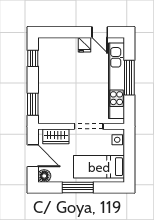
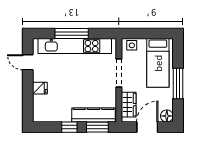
door: (100, 32) -> (28, 62), swing flipped
fridge: (85, 45) -> (40, 88), moved
window: (33, 58) -> (69, 127), moved
kitchen counter: (45, 100) -> (93, 115), added

